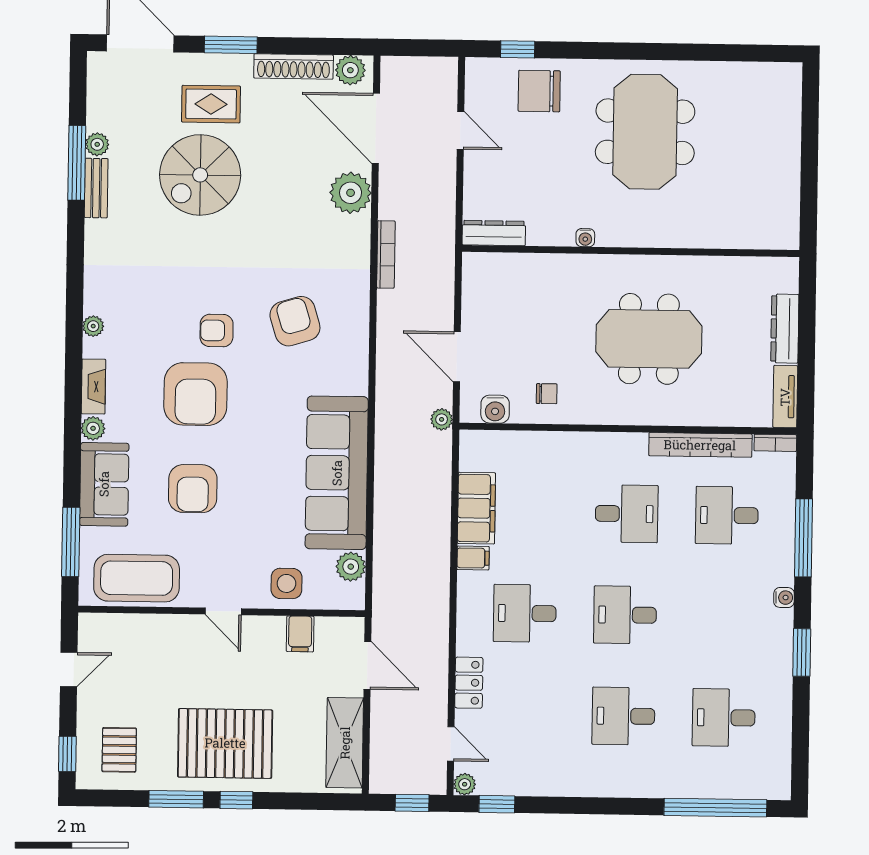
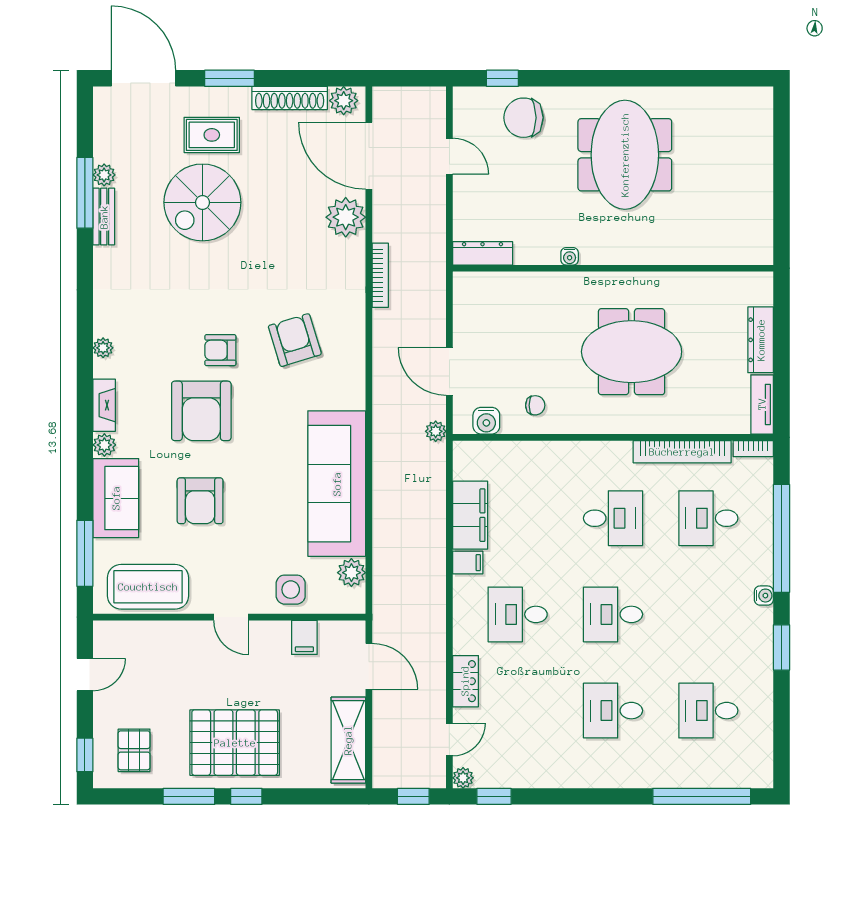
window: (803, 538) -> (782, 538), width x1.46
door: (451, 744) -> (449, 740), hinge flipped

